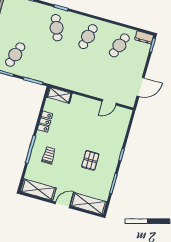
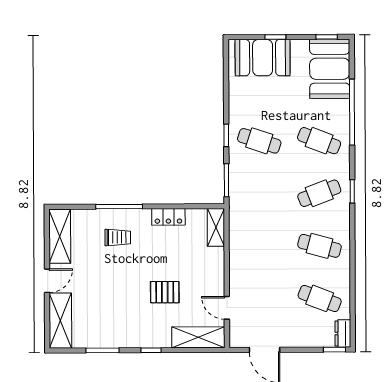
cafe table: (25, 19) -> (319, 141), added
shelving: (122, 124) -> (198, 337), added
pallet: (90, 160) -> (165, 292), moved
door: (63, 205) -> (47, 281), hinge flipped

